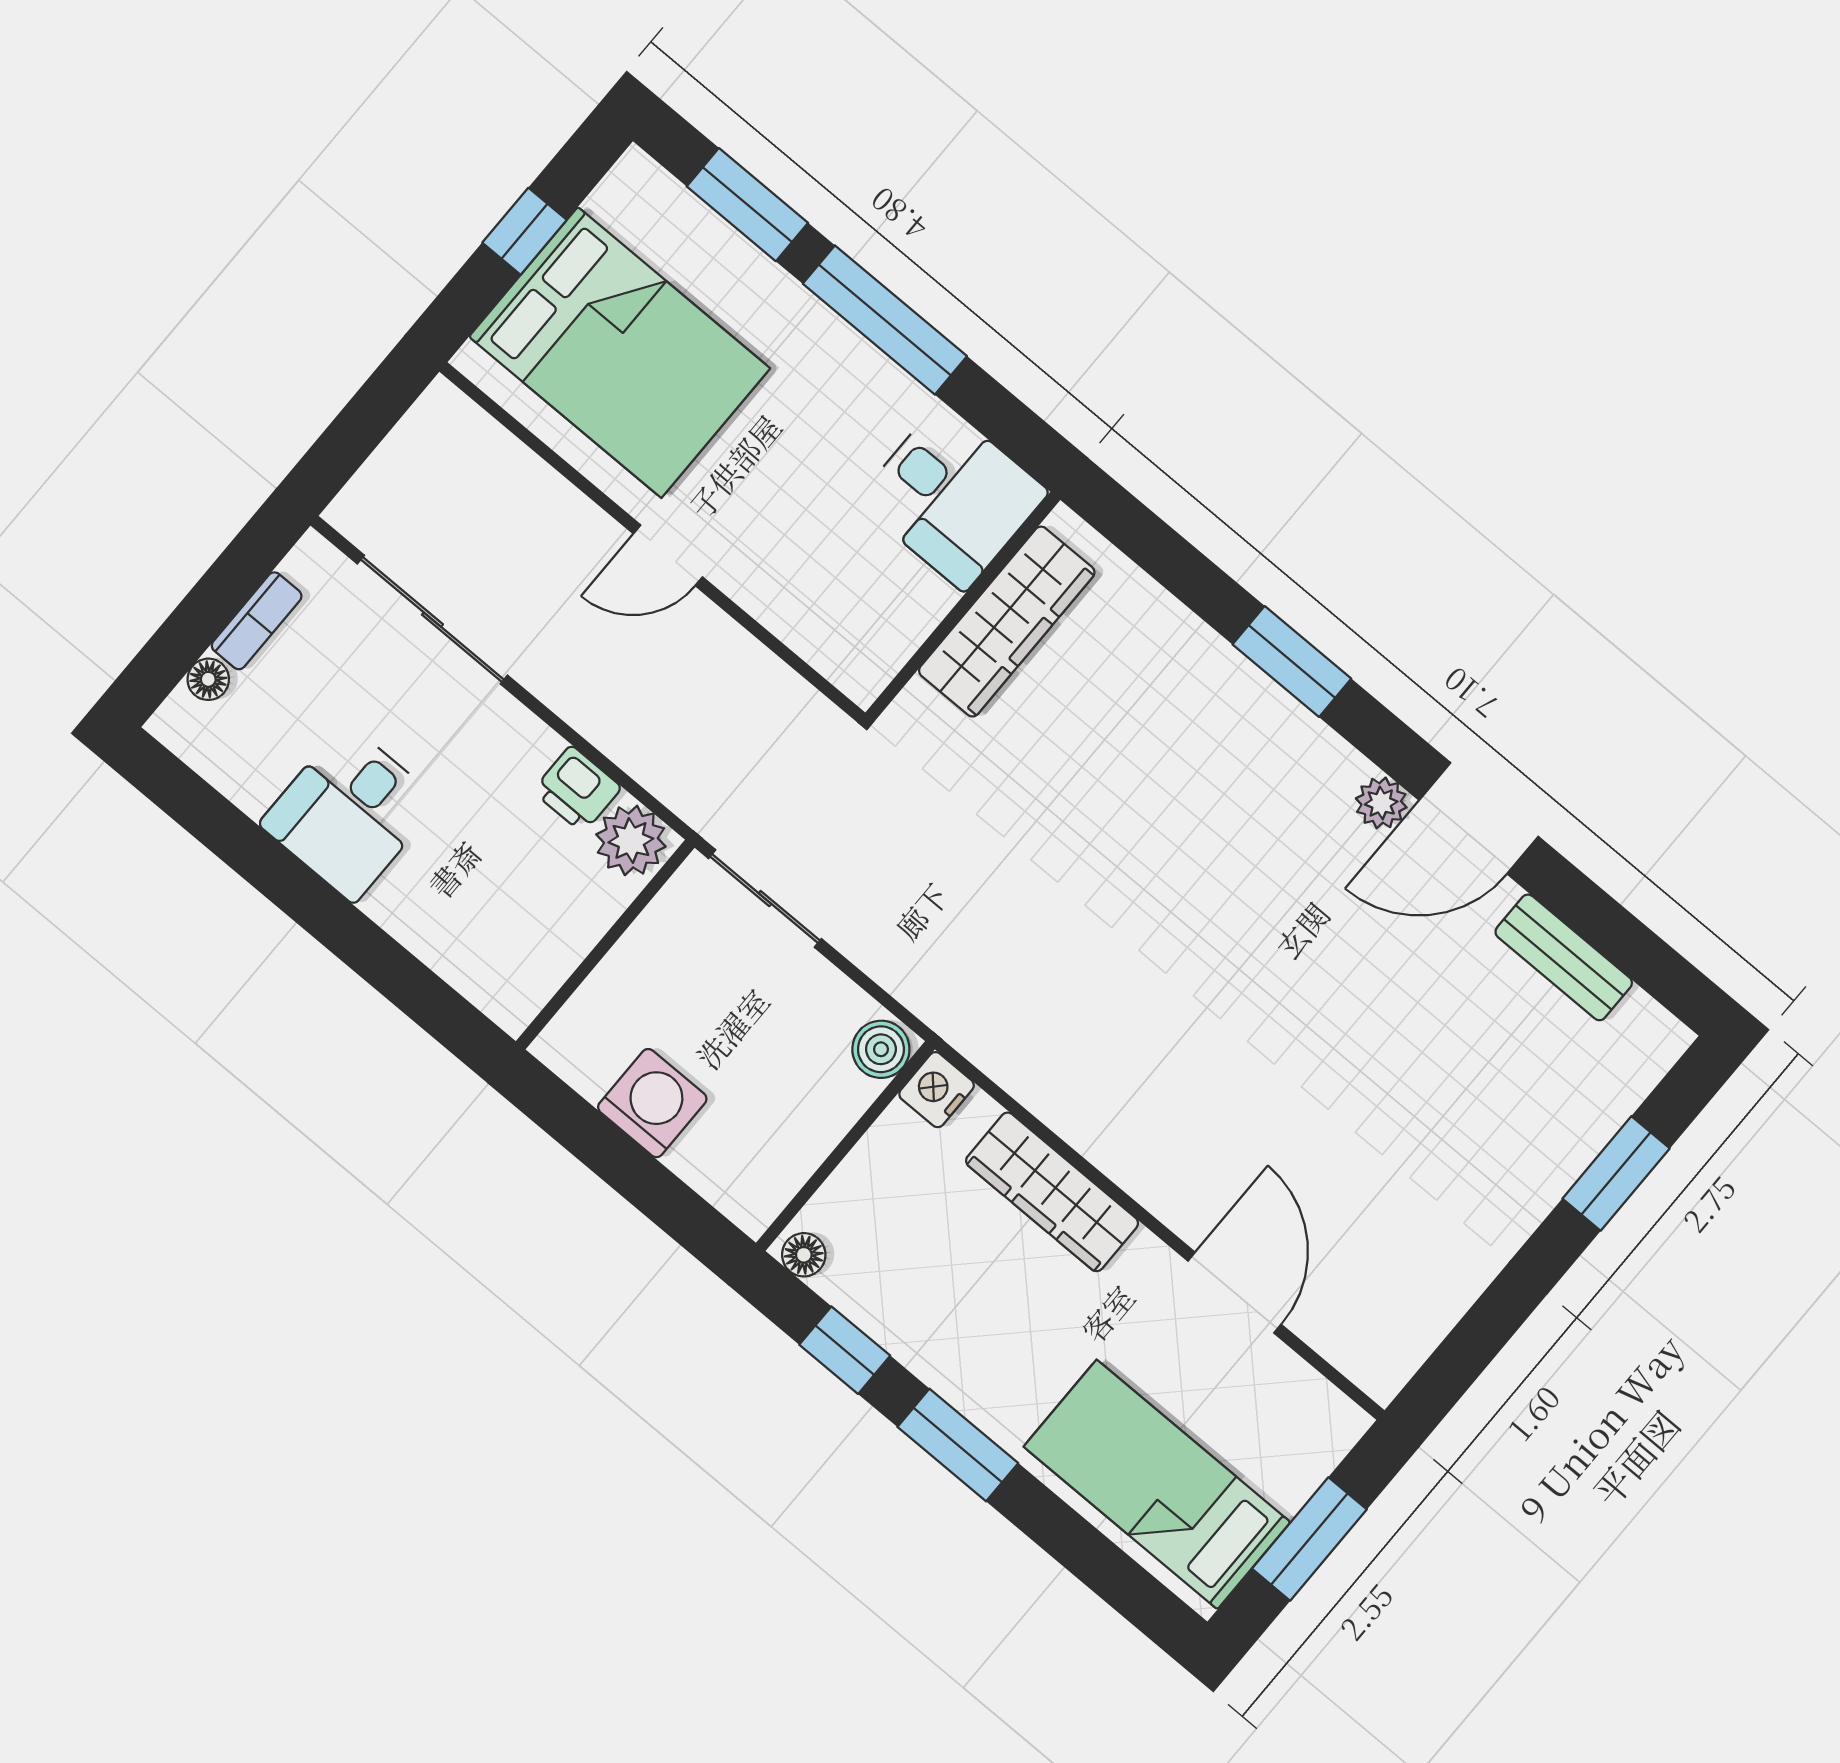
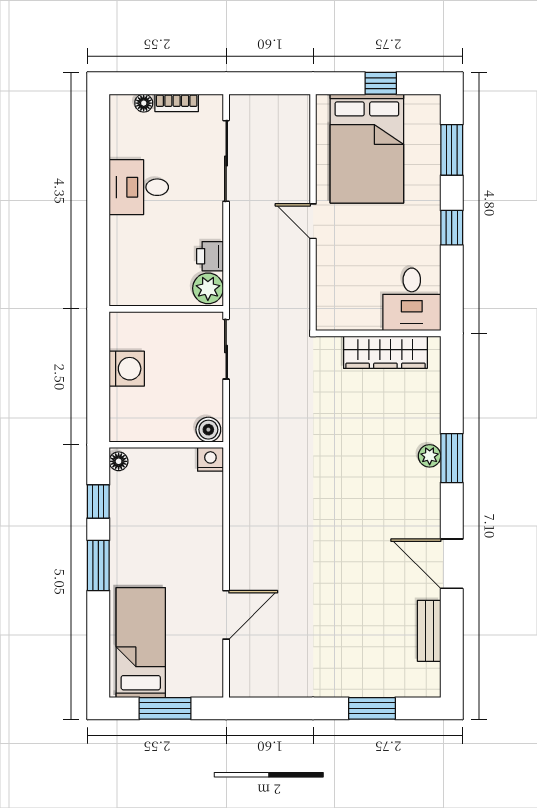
window: (885, 320) -> (452, 228), width x0.46
plant: (1381, 803) -> (430, 456), moved
wardrobe: (1052, 1192) -> (209, 526), removed

